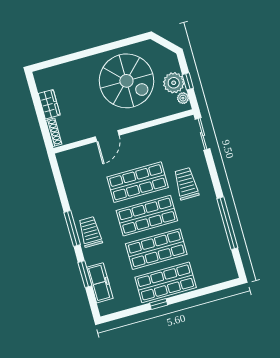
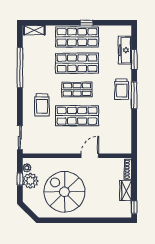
window: (32, 86) -> (134, 207), added
shop shelf: (147, 216) -> (77, 89), width x0.70, depth x0.74
shelving: (222, 276) -> (34, 30), added

